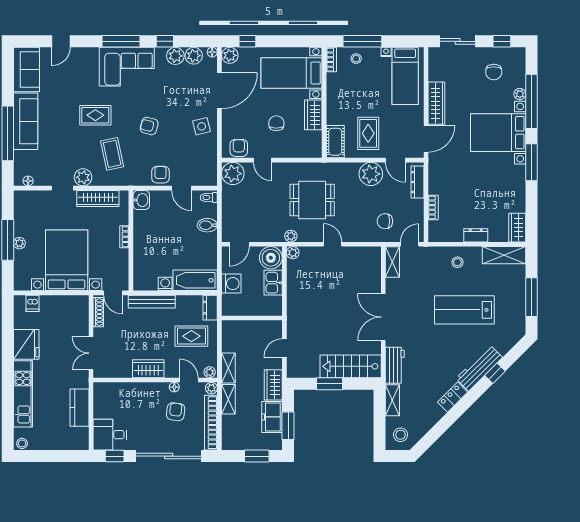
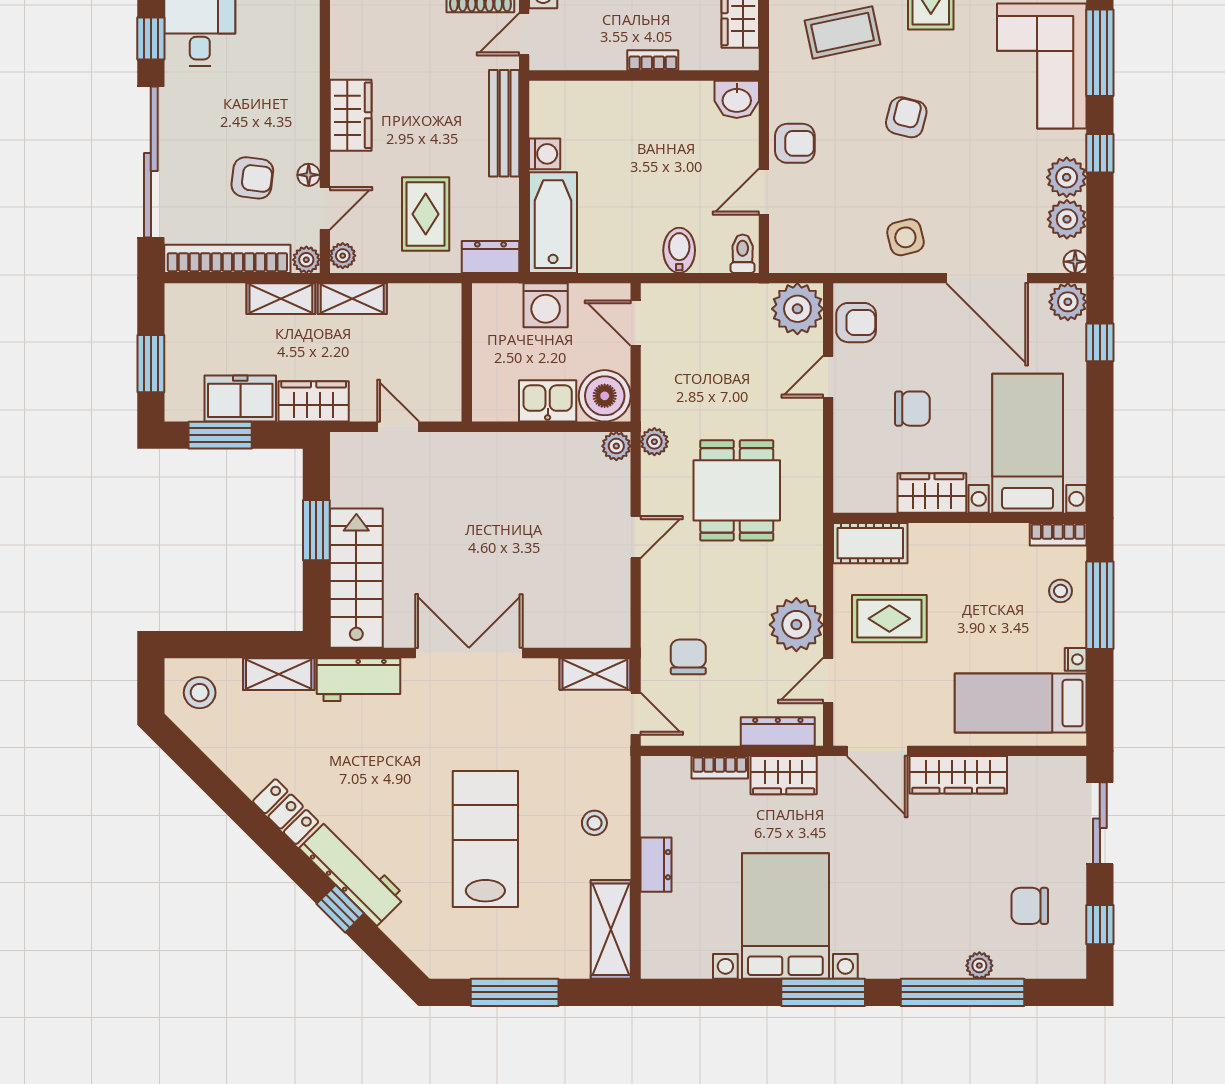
bed with nightstands: (498, 133) -> (785, 916), moved
wardrobe: (517, 228) -> (784, 775), moved, turned 180

